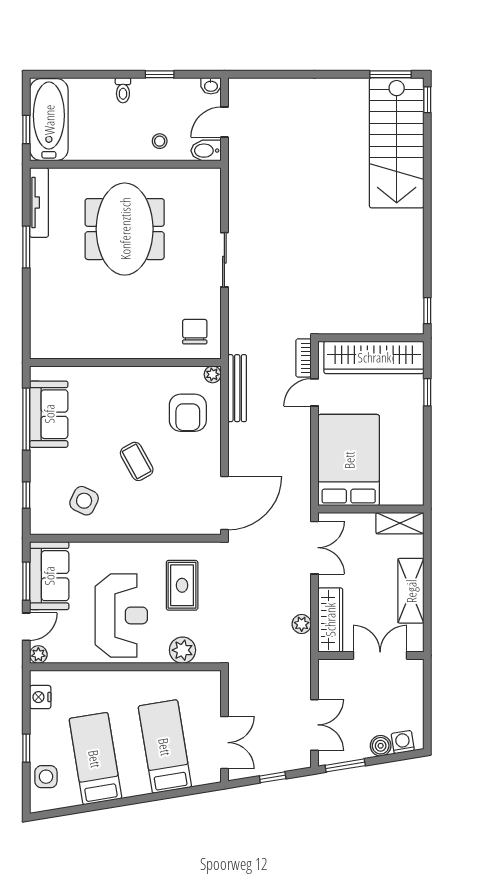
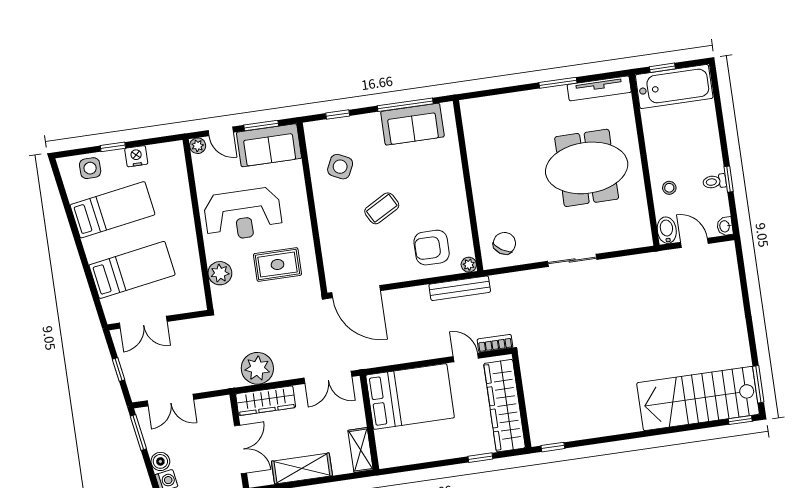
toilet: (123, 90) -> (714, 182), moved
chair: (195, 332) -> (504, 243), turned -57
plant: (302, 624) -> (257, 368), width x1.88, depth x1.88
nightstand: (40, 697) -> (136, 156), moved

